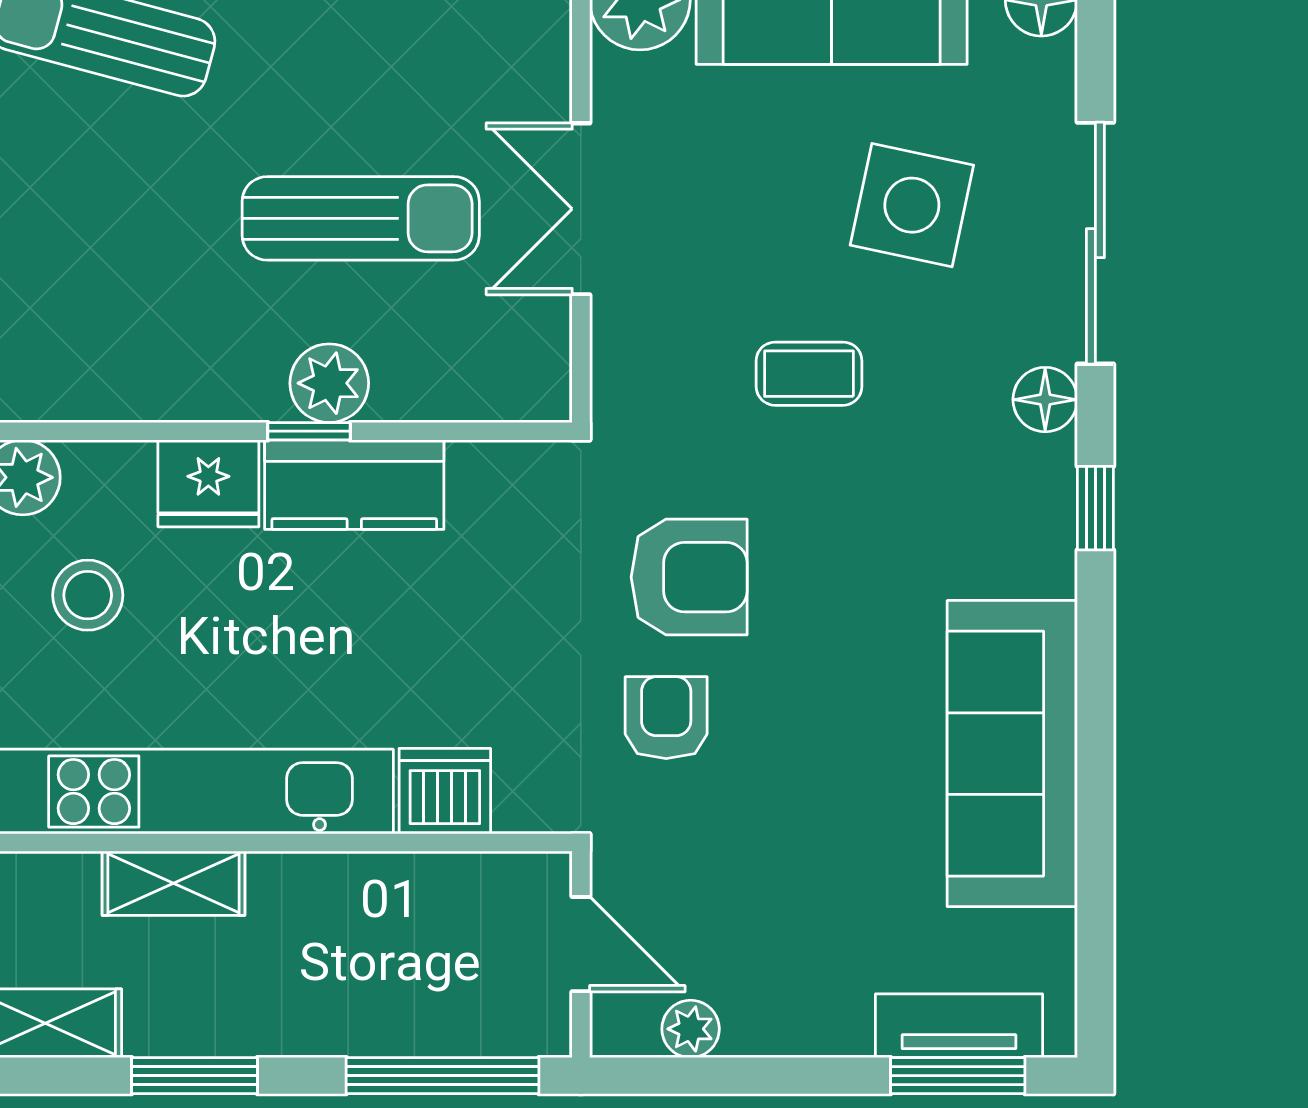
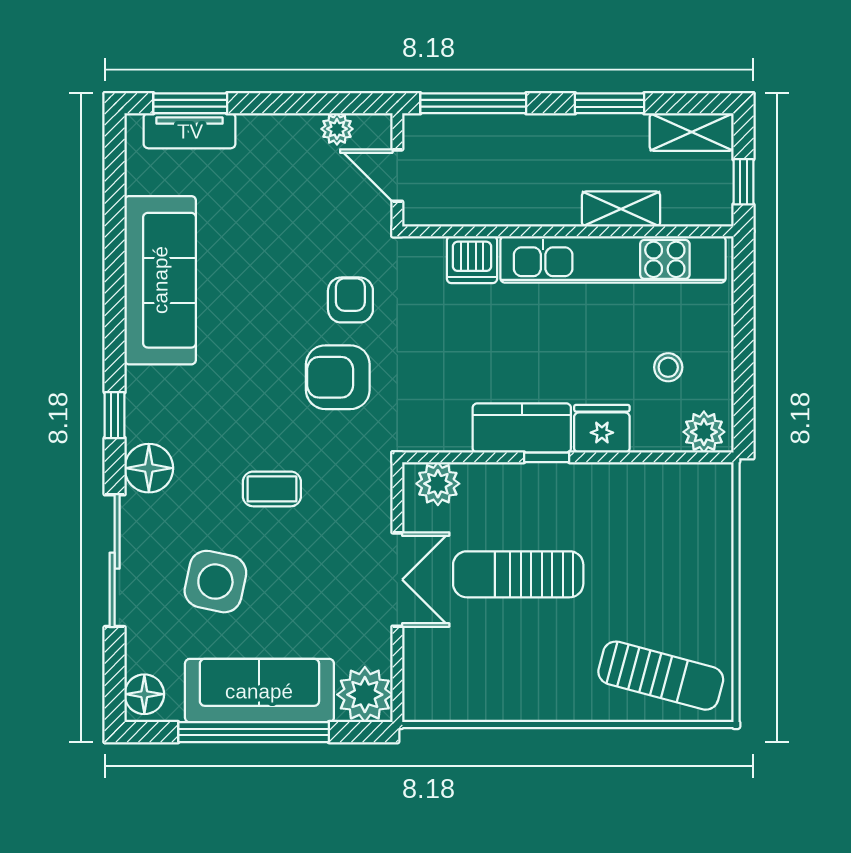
plant: (329, 383) -> (438, 484), moved
floor lamp: (1045, 400) -> (149, 468), width x1.38, depth x1.38
stool: (88, 595) -> (668, 367), width x0.73, depth x0.73
armchair: (666, 718) -> (350, 300), turned 180

